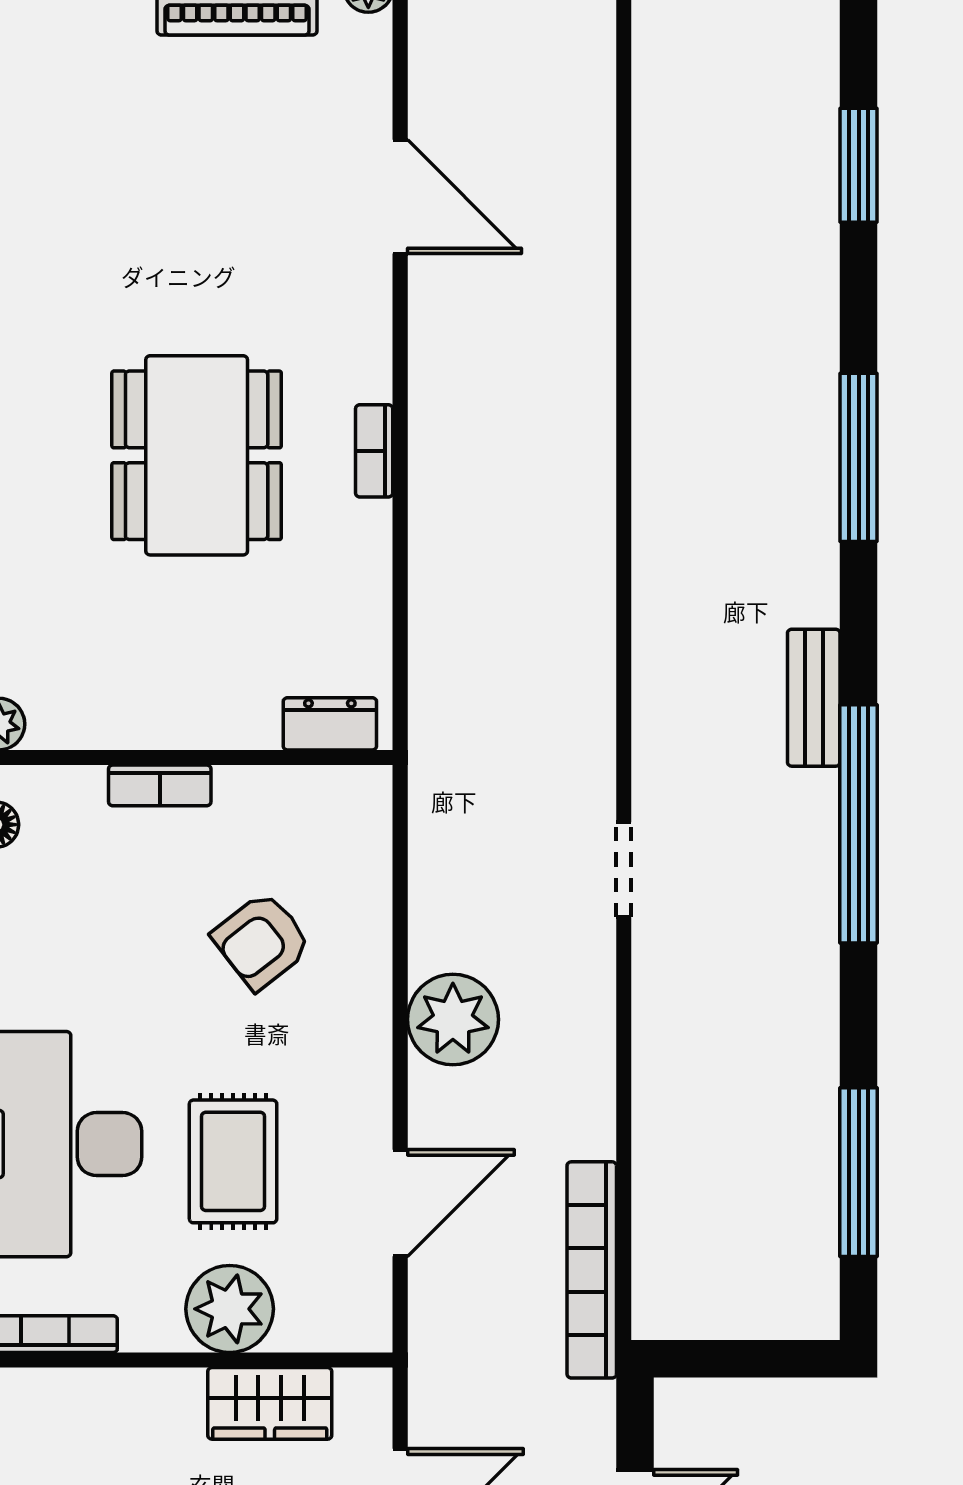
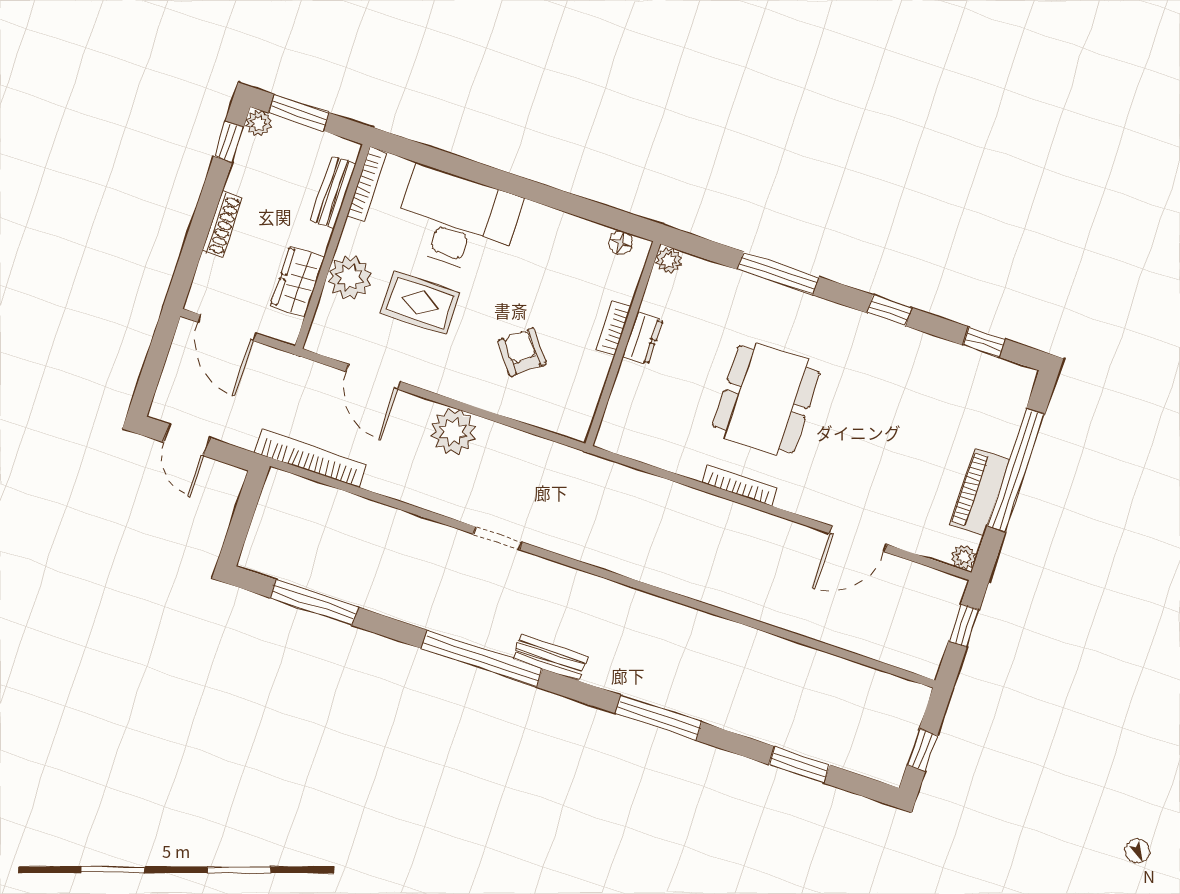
bookcase: (374, 451) -> (740, 485), width x1.56
dining table: (197, 455) -> (766, 399), turned 90
dresser: (330, 724) -> (643, 338), moved
bench: (80, 1393) -> (333, 192), added

